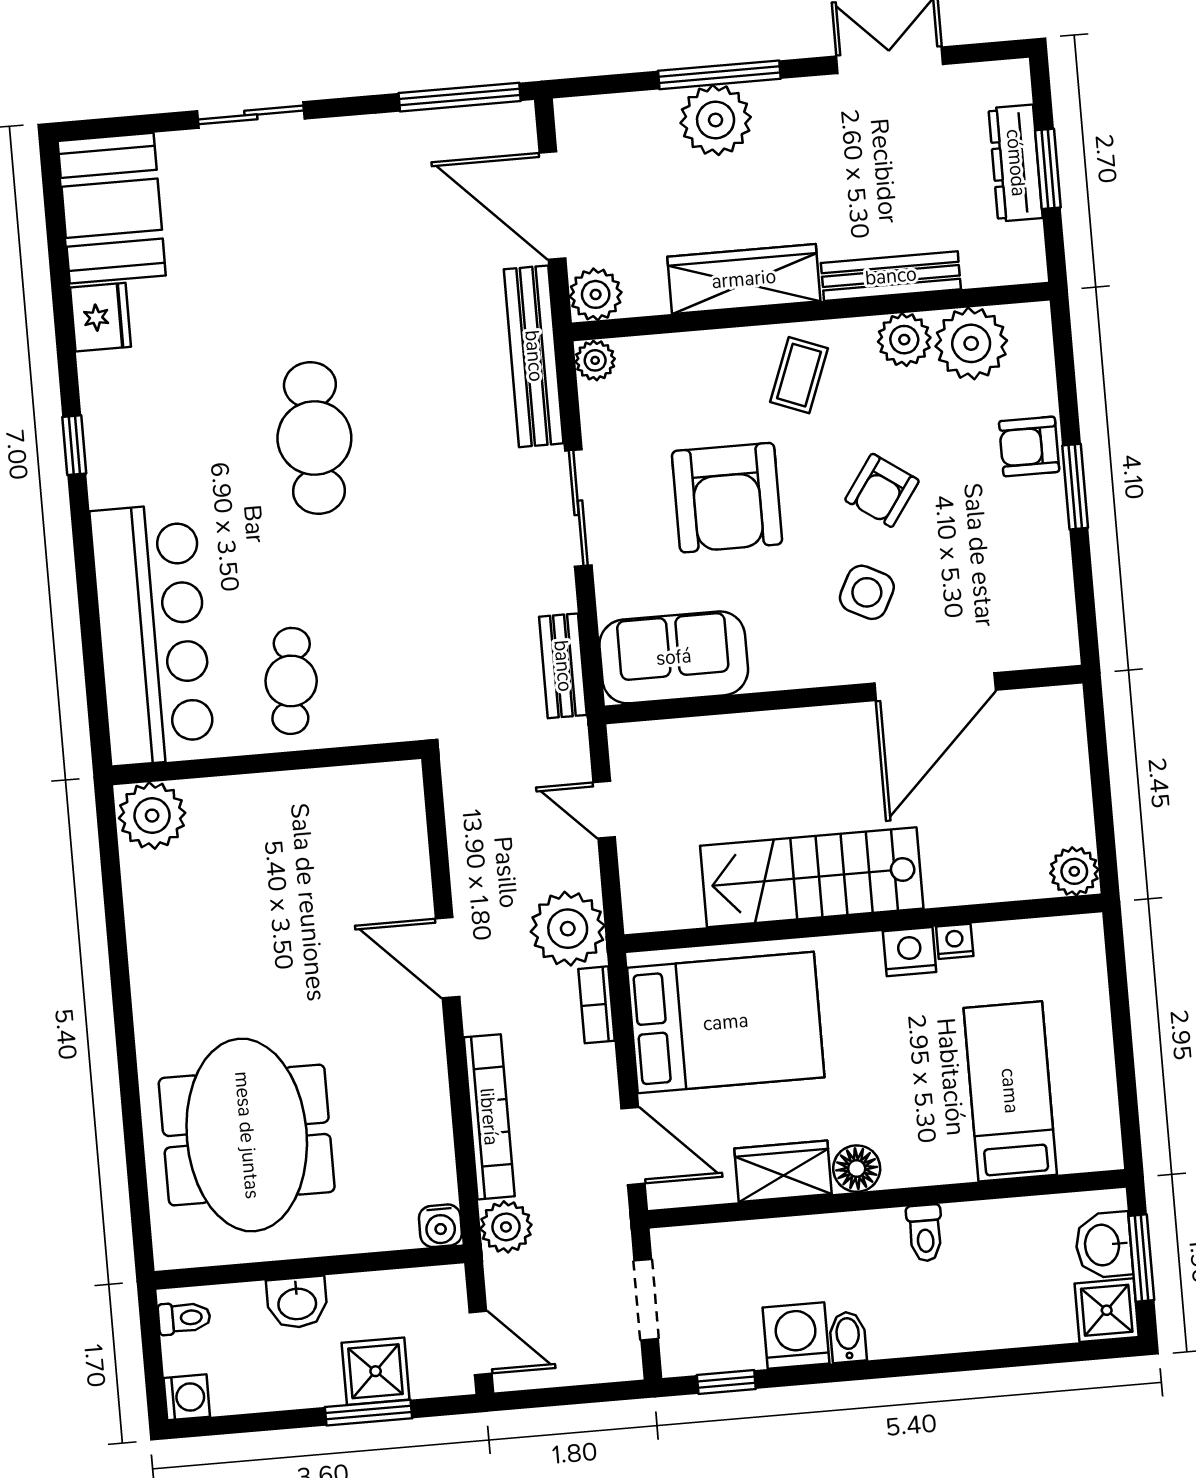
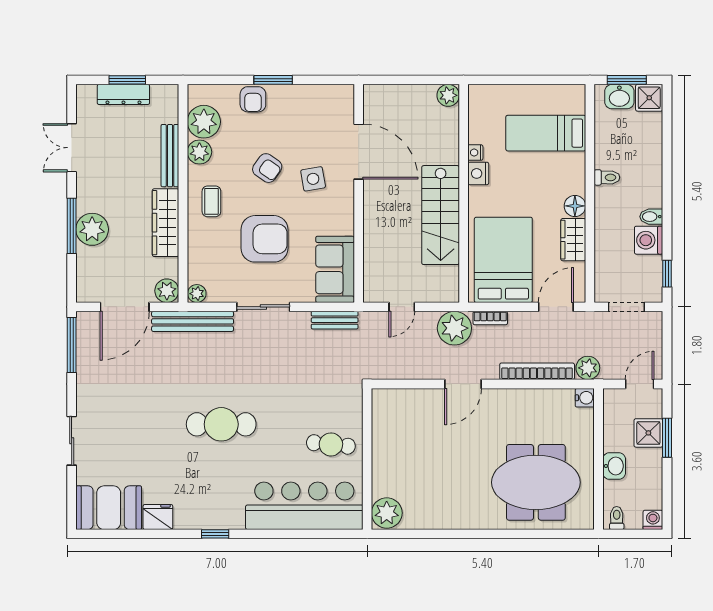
coffee table: (799, 375) -> (211, 201), turned 69
side table: (867, 592) -> (313, 179), turned -37

